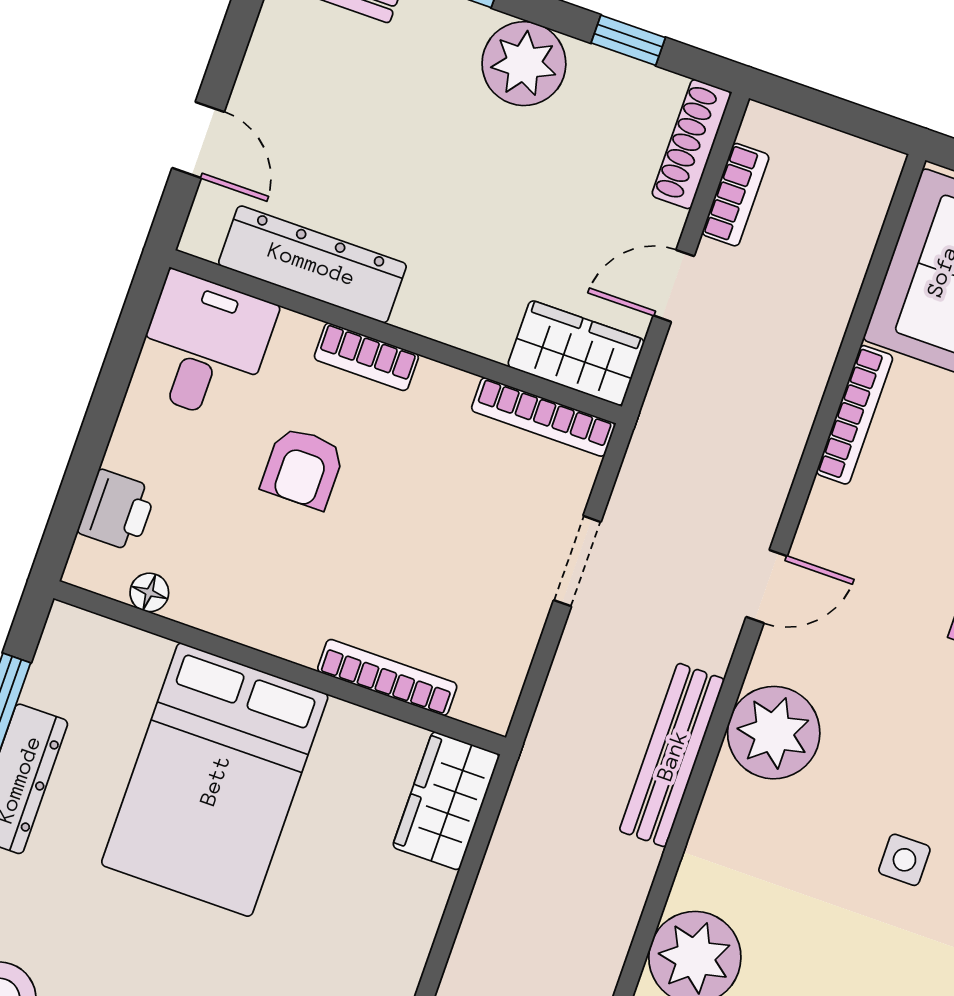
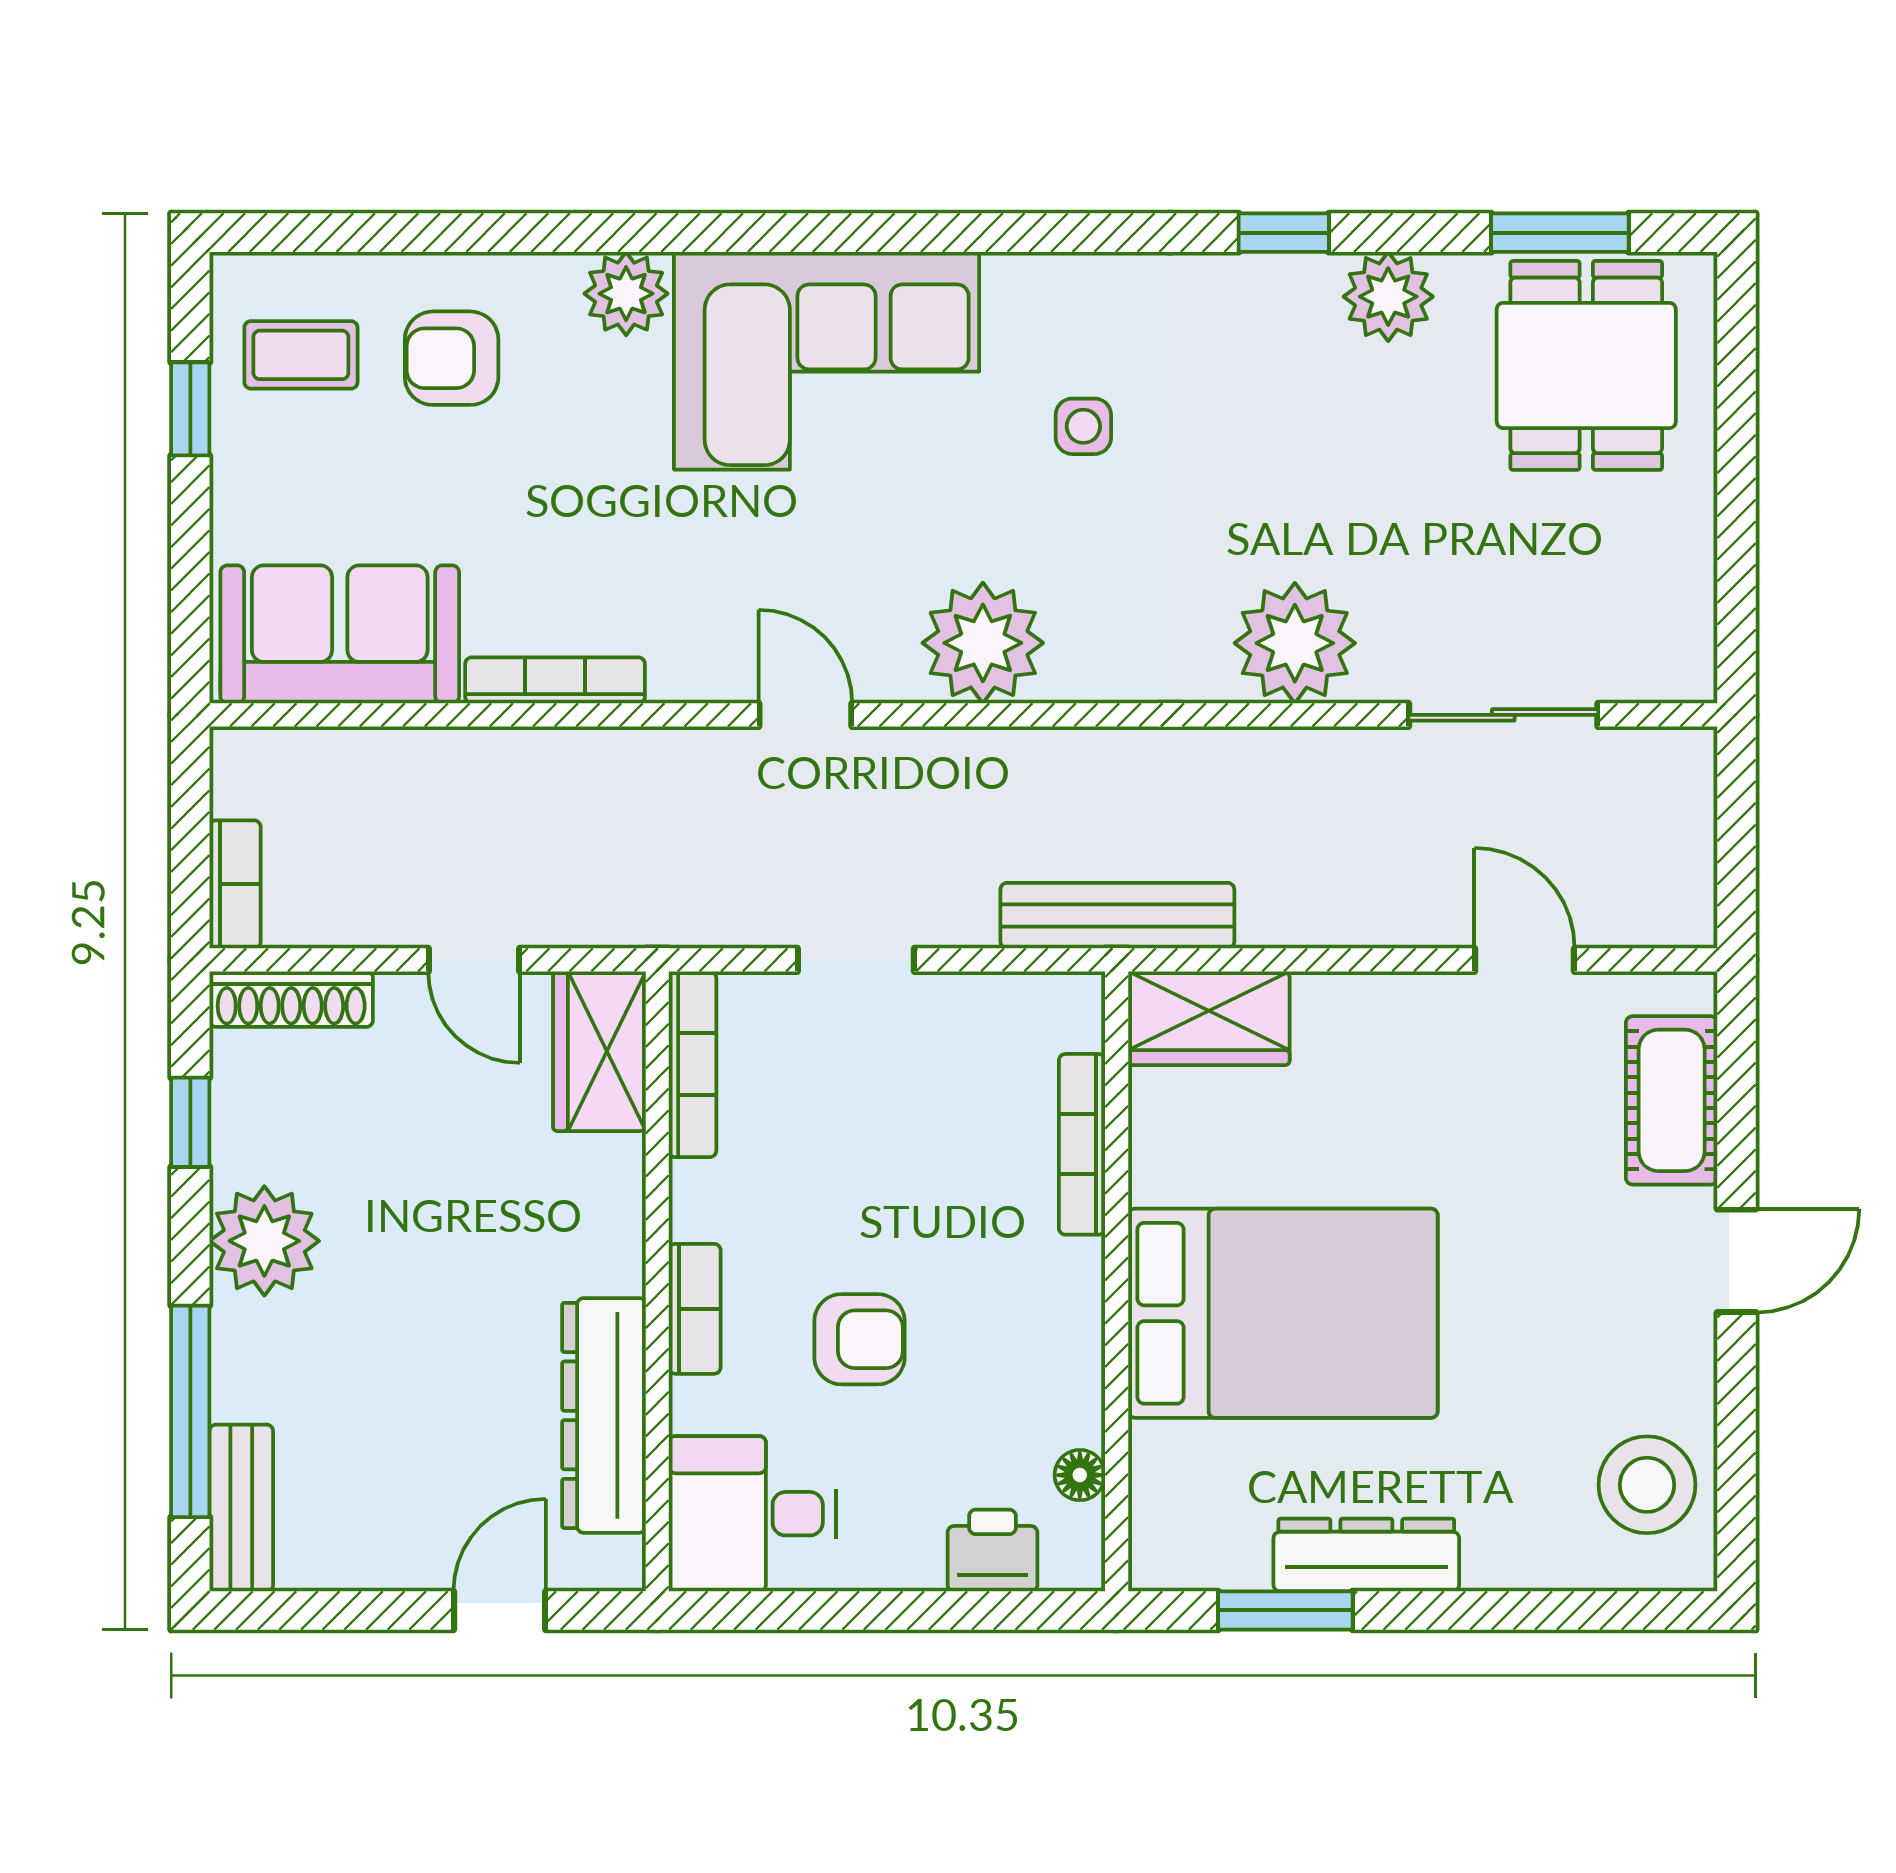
bookcase: (736, 195) -> (235, 884), moved, turned 90
bench: (672, 755) -> (1117, 916), moved

